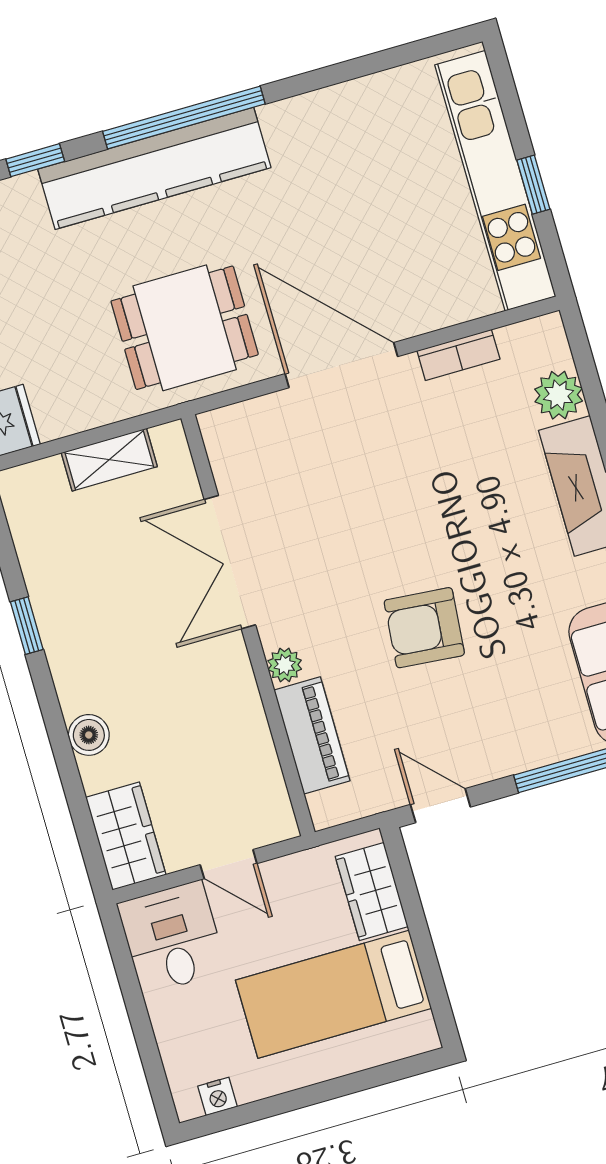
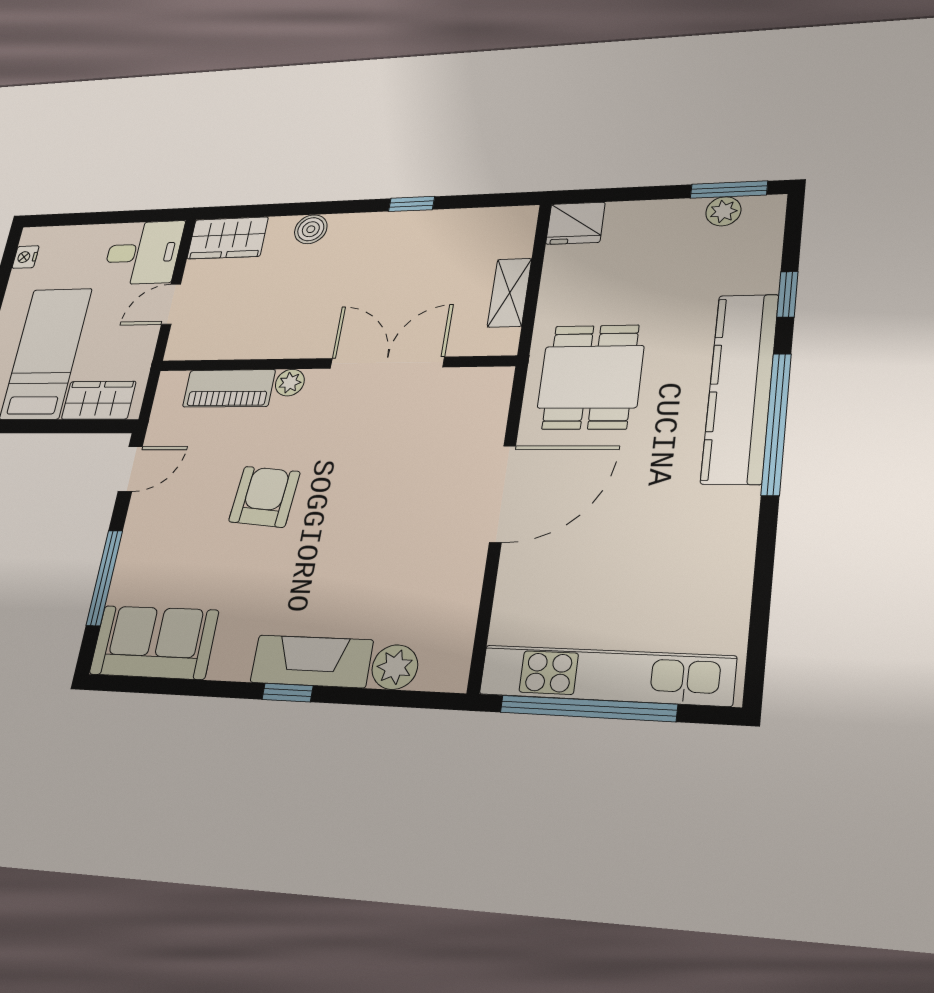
window: (533, 185) -> (588, 708), width x3.17
bookcase: (458, 355) -> (467, 593), removed

